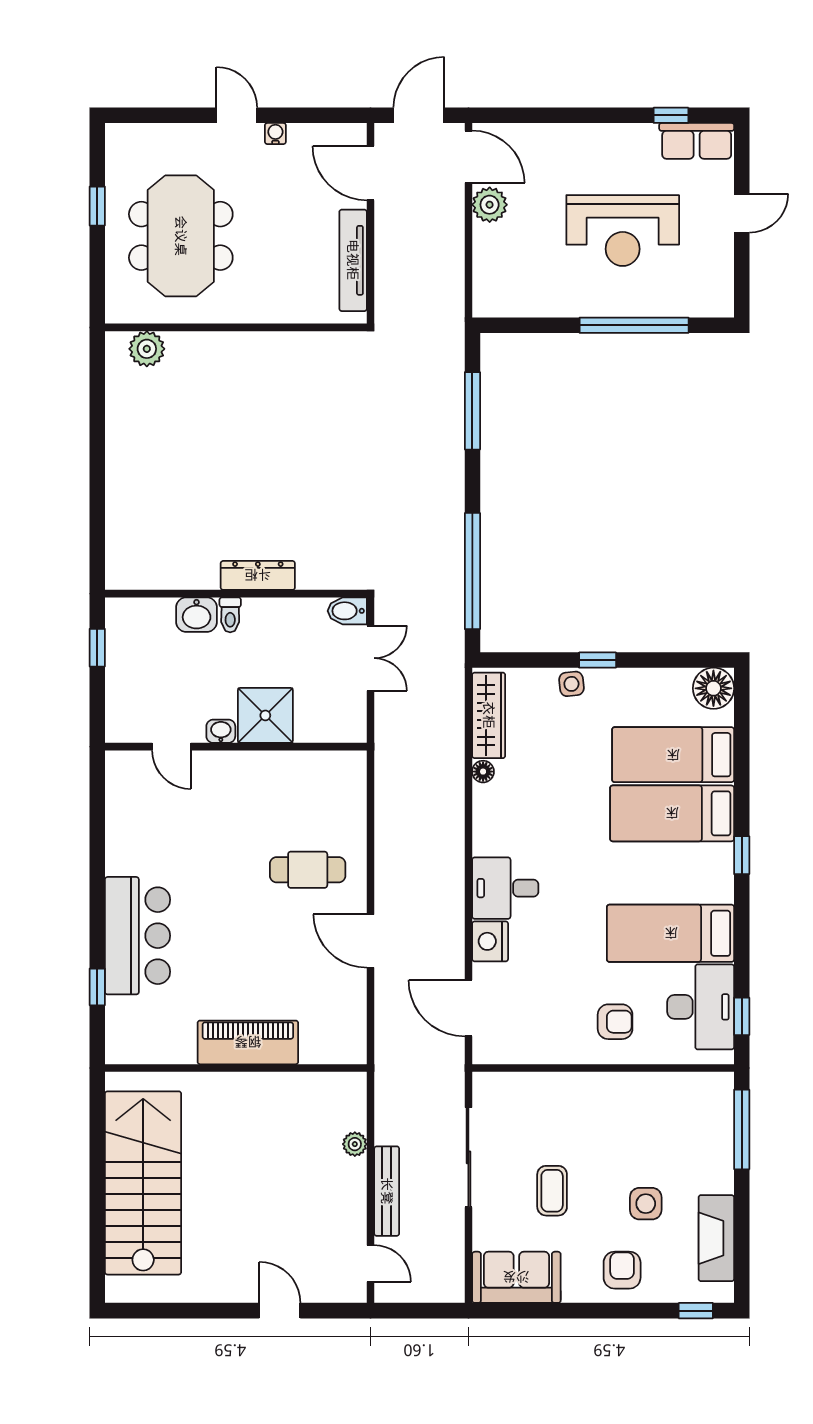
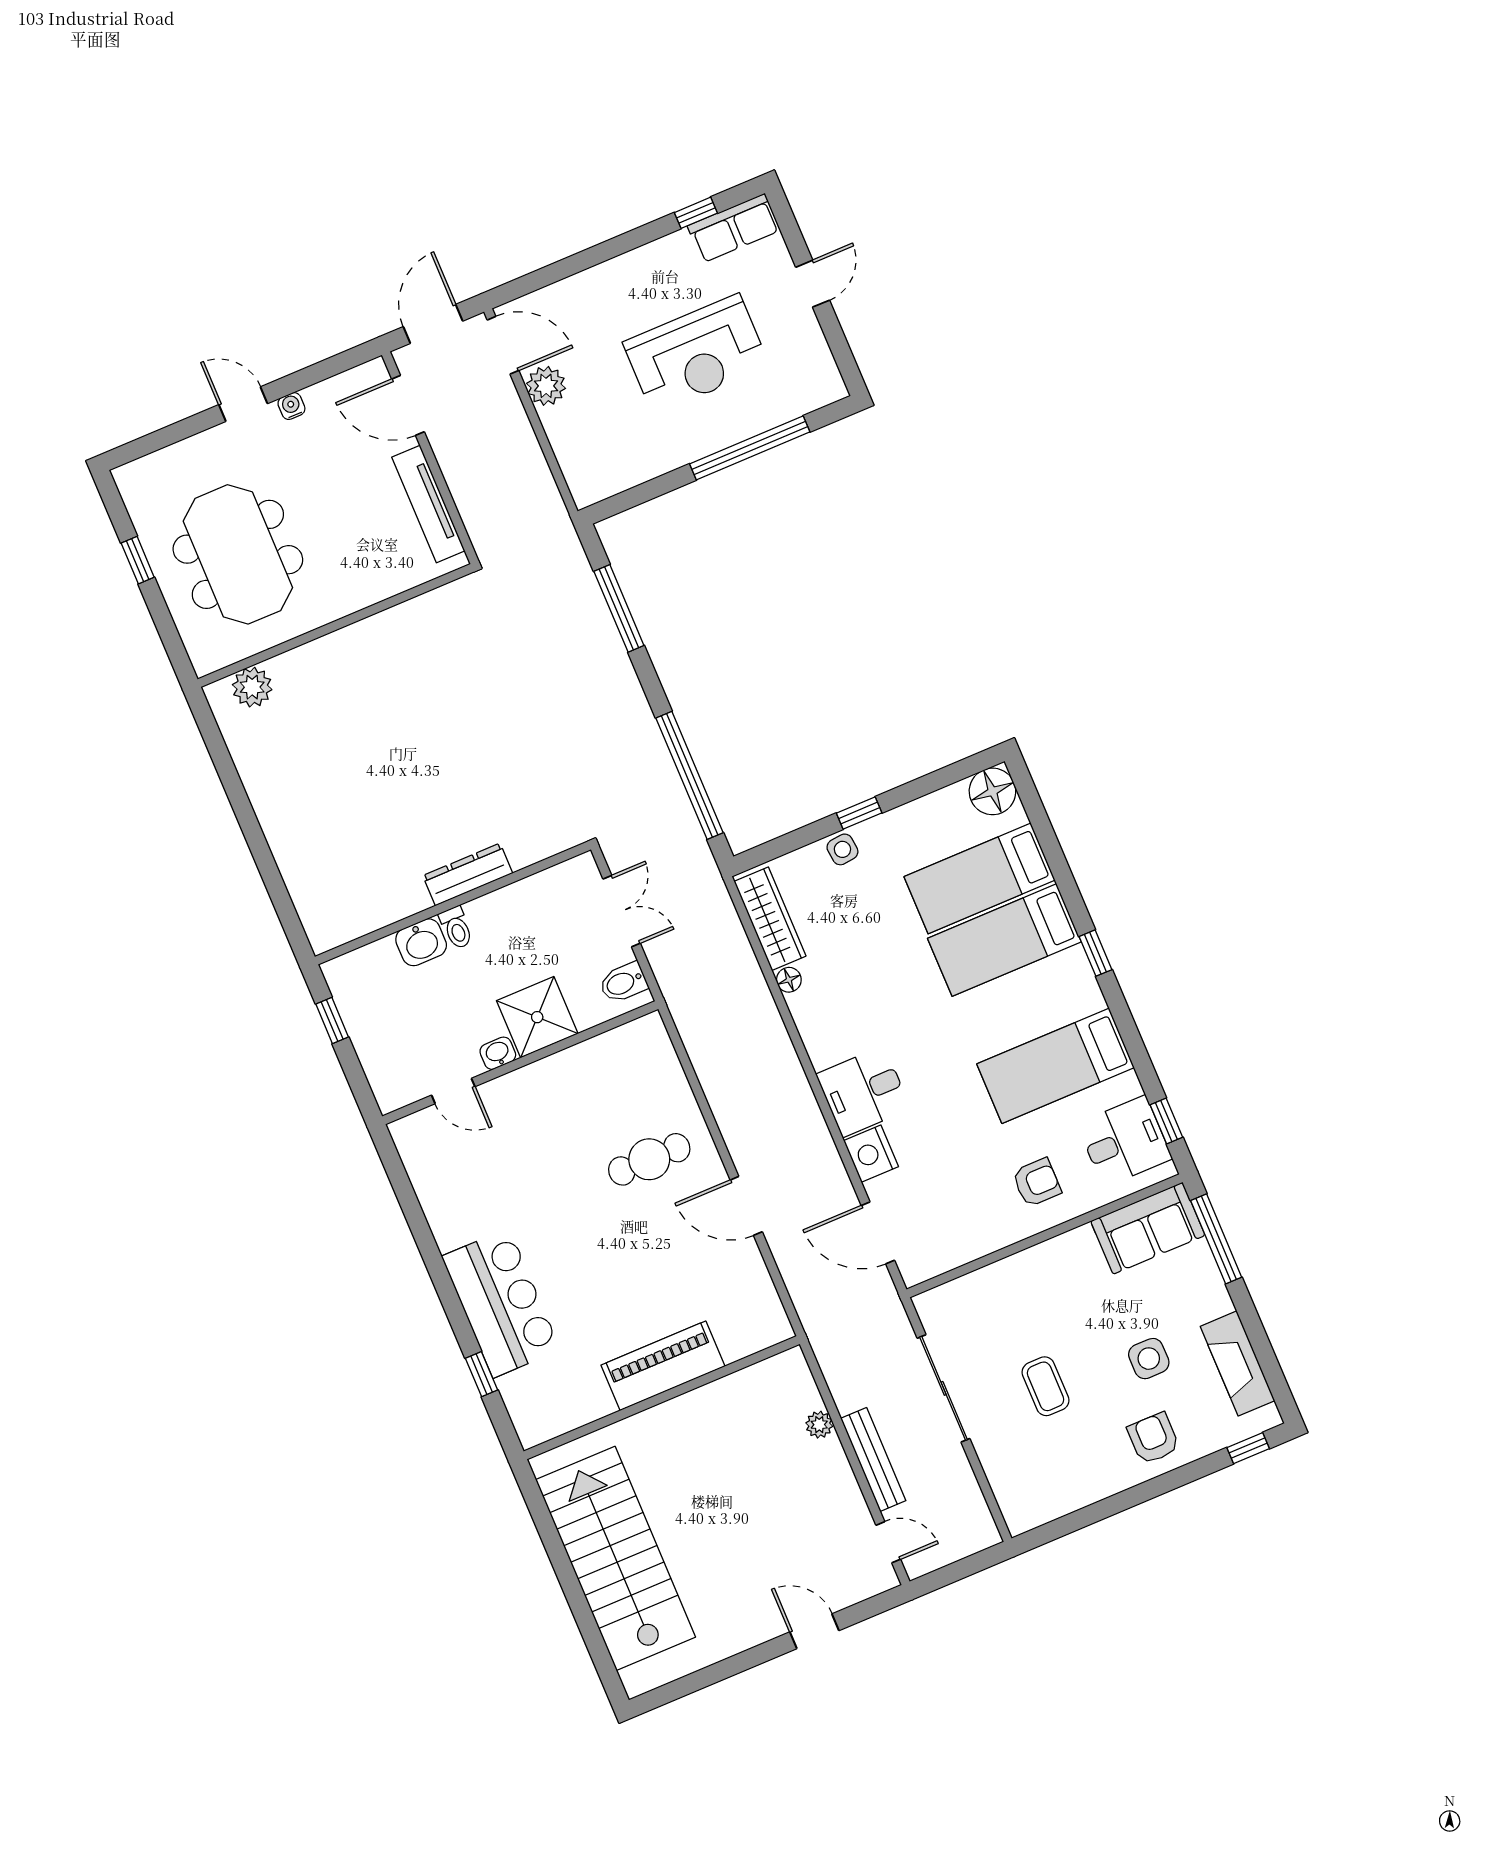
bidet: (347, 611) -> (623, 983), moved
desk: (701, 1007) -> (1124, 1141), width x0.73
sofa: (516, 1277) -> (1148, 1228), moved, turned 180

